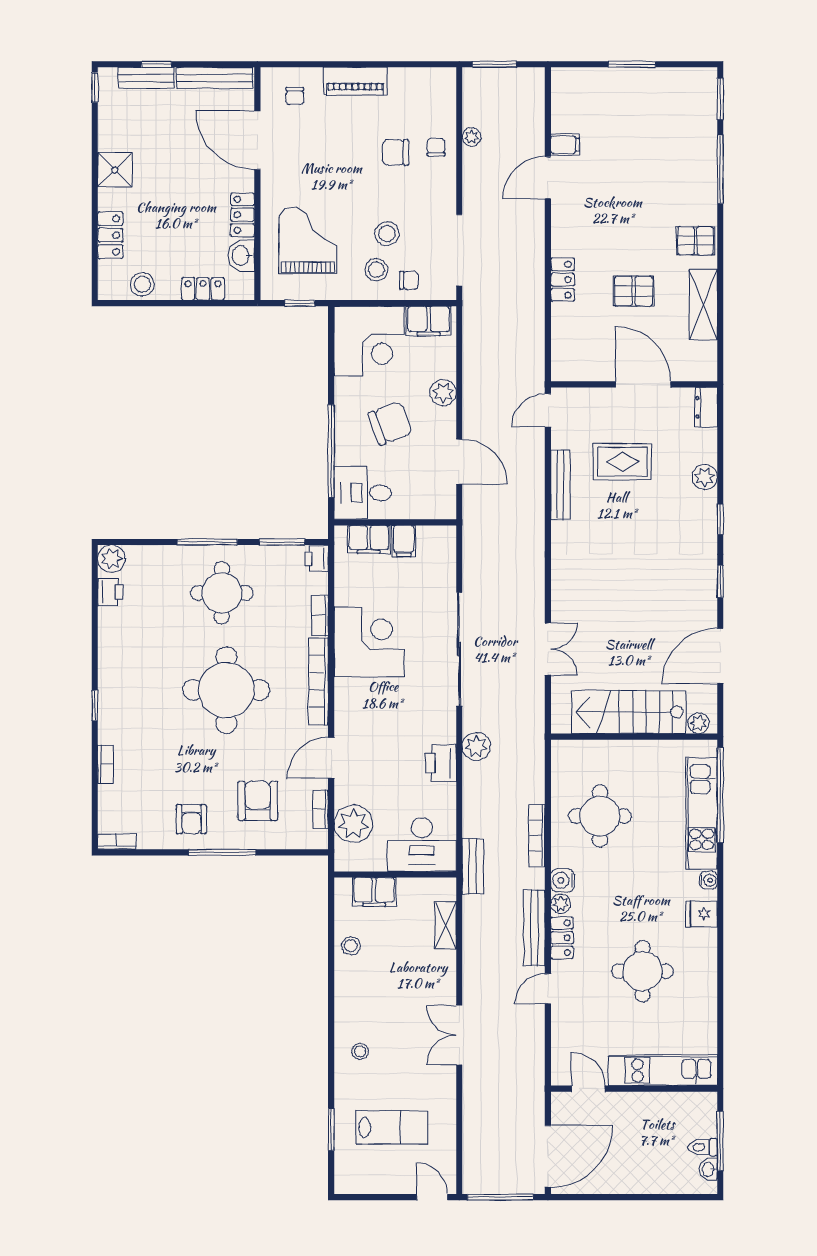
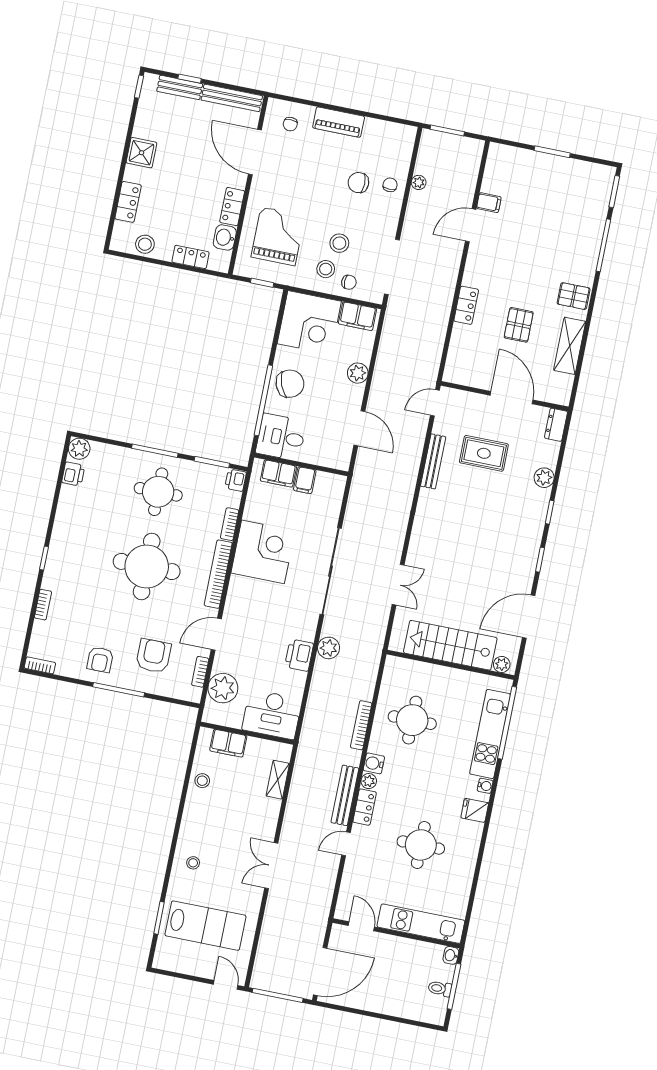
pallet: (634, 291) -> (519, 325), turned 90
chair: (390, 423) -> (290, 384), moved
bench: (473, 866) -> (307, 739), removed
lab bench: (392, 1127) -> (205, 926), width x1.36, depth x1.39
washbasin: (708, 1169) -> (451, 955), moved

